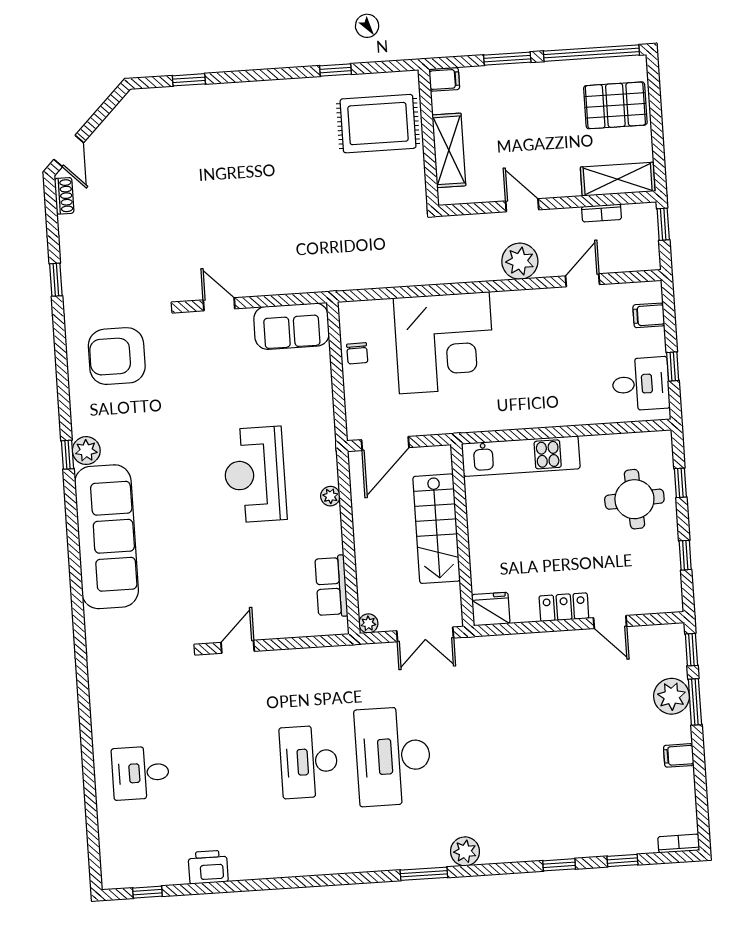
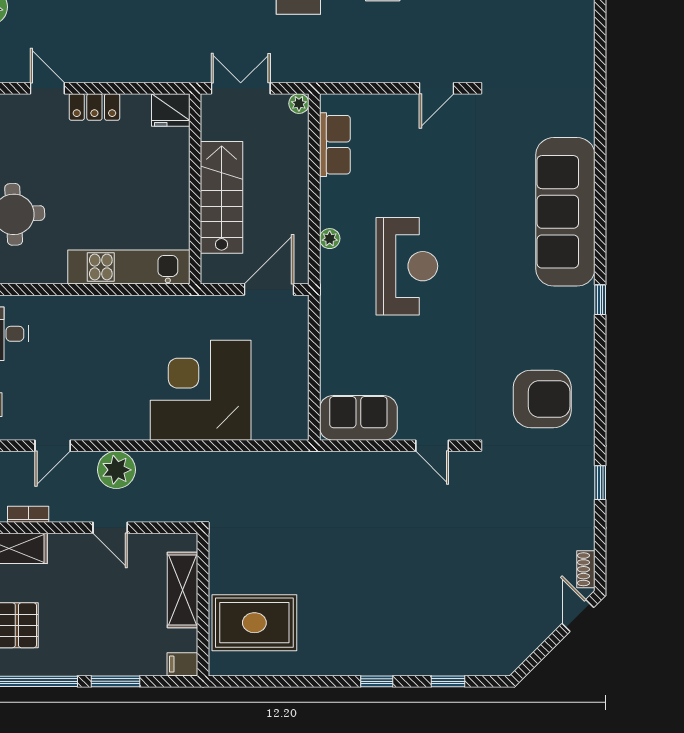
window: (336, 70) -> (377, 681), moved
chair: (357, 353) -> (292, 385), removed
plant: (86, 451) -> (580, 303), removed

